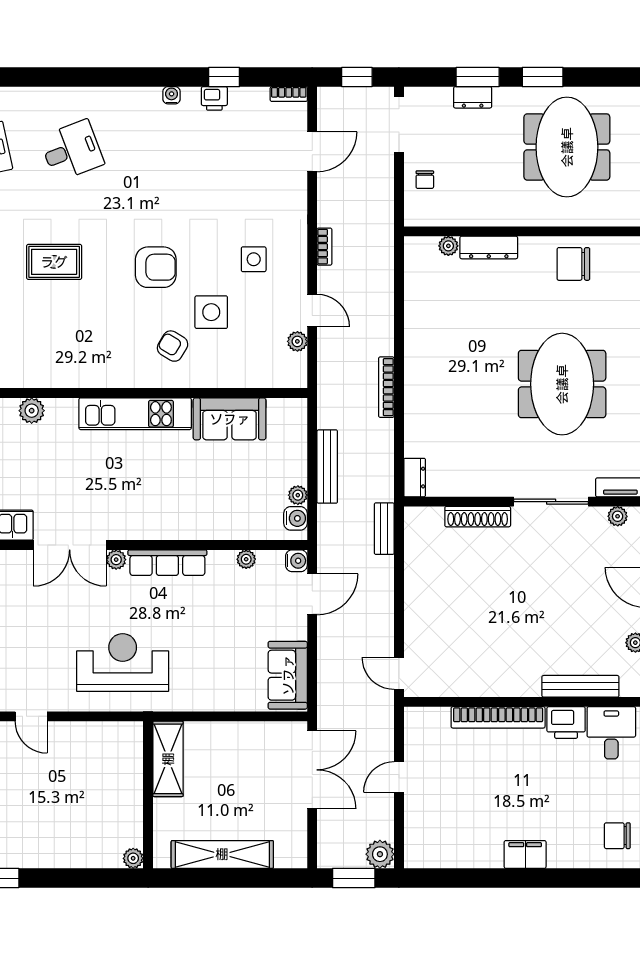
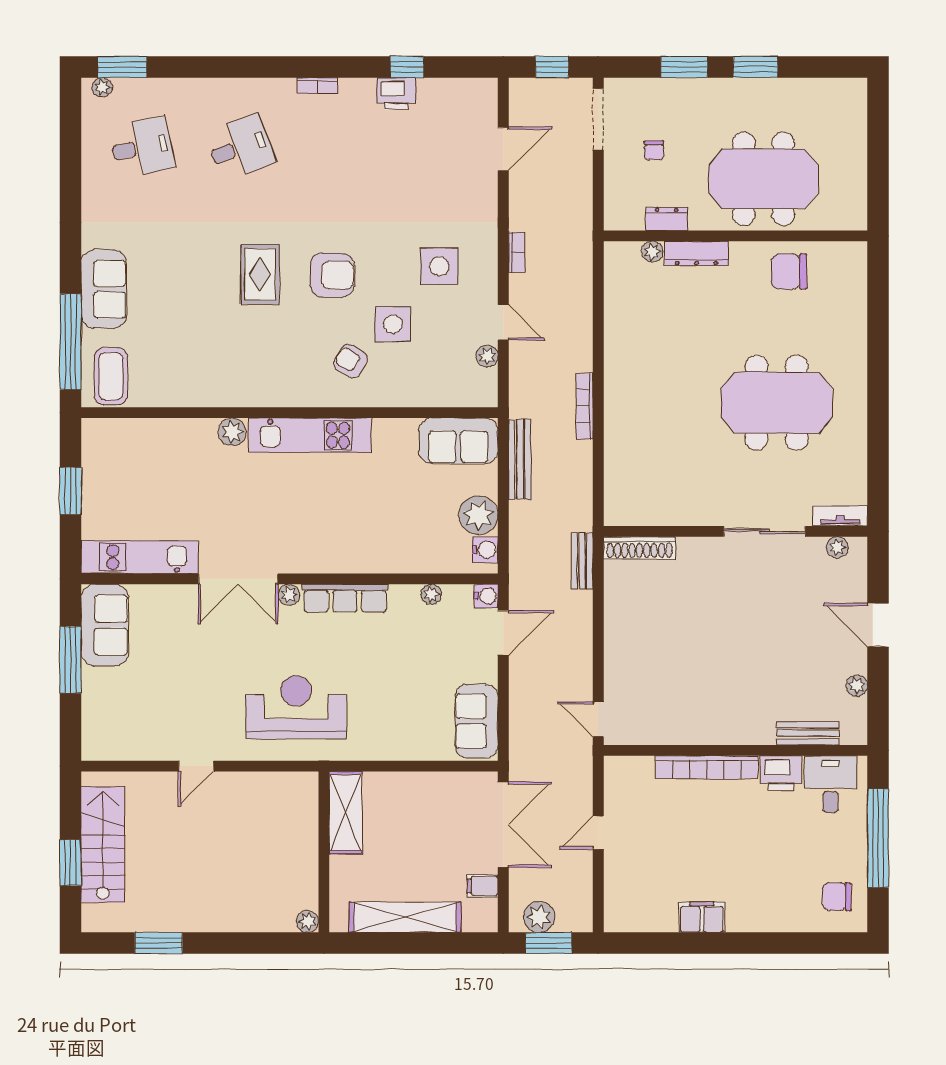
bookcase: (289, 94) -> (318, 86), moved
water cooler: (172, 95) -> (350, 87), removed
dresser: (473, 97) -> (667, 219), moved, turned 180
printer: (214, 98) -> (396, 94), width x1.36, depth x1.24
meeting table: (567, 147) -> (763, 179), moved, turned 90
chair: (425, 180) -> (654, 150), moved
side table: (254, 259) -> (439, 266), width x1.37, depth x1.37
rug: (54, 262) -> (260, 275), moved, turned 90
meeting table: (562, 384) -> (777, 403), turned 90
plant: (32, 411) -> (232, 432), moved
sofa: (230, 419) -> (458, 441), moved
bench: (327, 467) -> (520, 460), moved
dresser: (415, 478) -> (615, 505), removed
plant: (298, 495) -> (478, 515), width x1.88, depth x1.88
shoe rack: (478, 517) -> (639, 548), moved
bench: (580, 686) -> (808, 733), width x0.73
door: (31, 716) -> (196, 766), hinge flipped
filing cabinet: (293, 826) -> (483, 886), added
plant: (380, 854) -> (539, 917), moved
filing cabinet: (525, 854) -> (702, 917), moved

